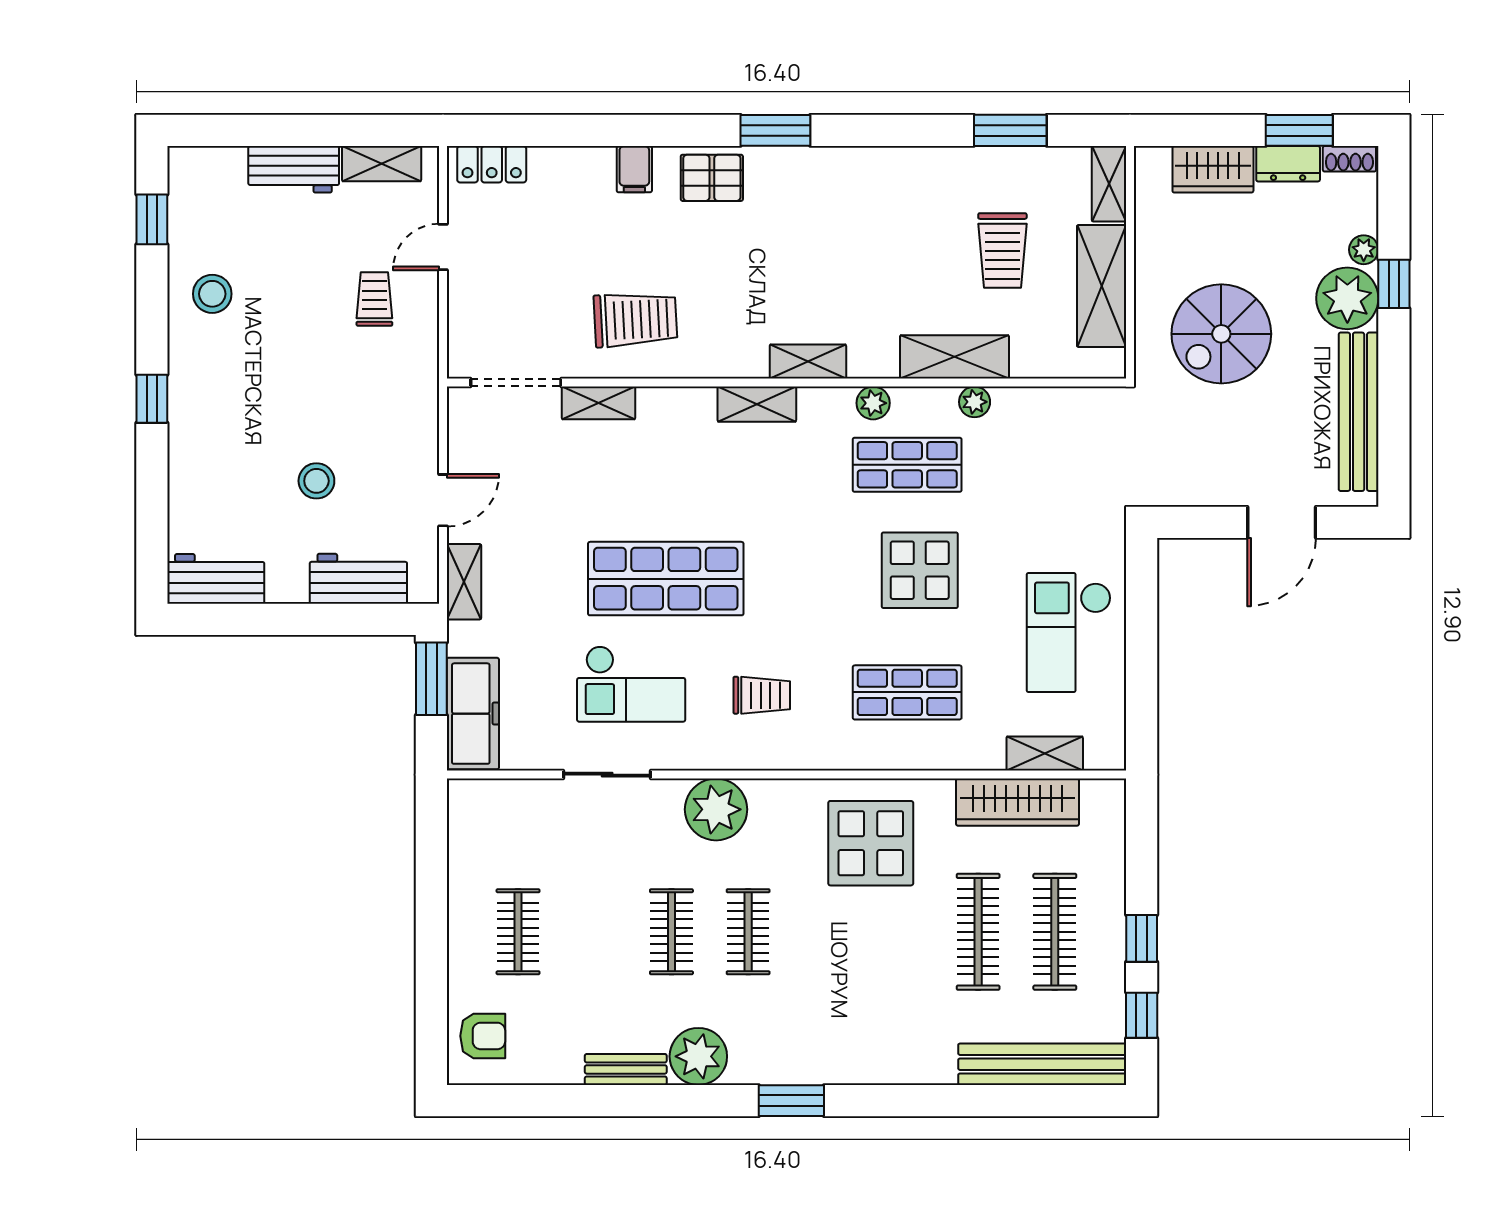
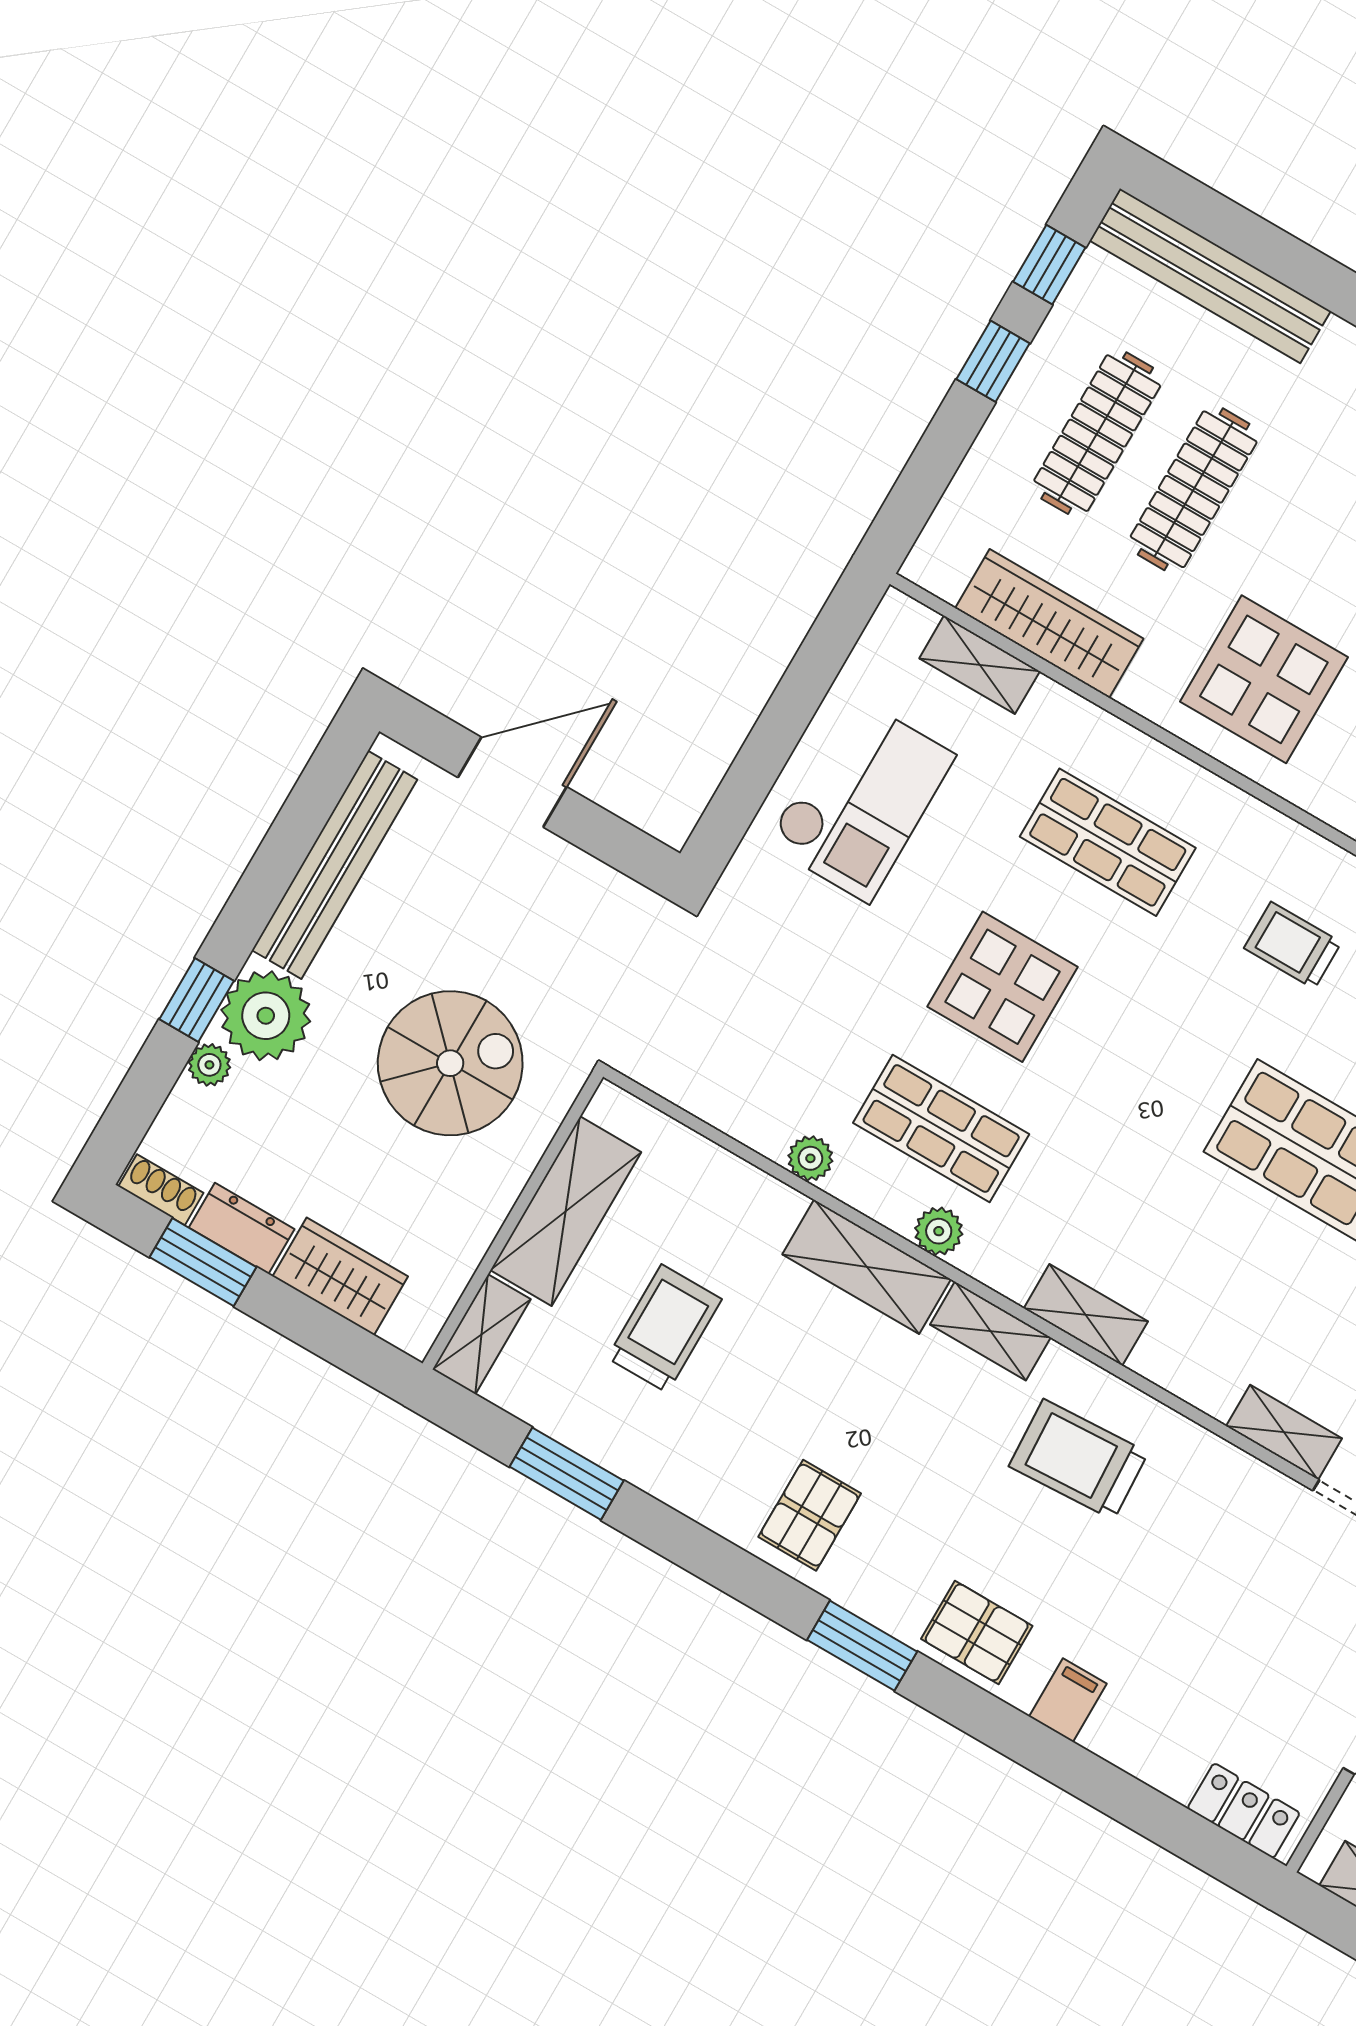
pallet: (852, 190) -> (810, 1515), added
trolley: (635, 319) -> (1079, 1459), moved
shelving: (955, 357) -> (867, 1267), moved

